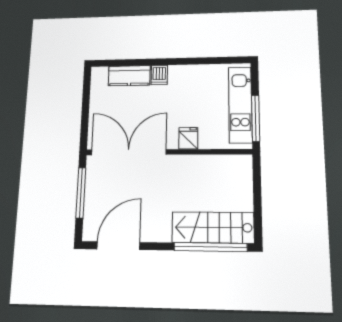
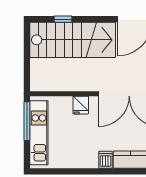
stairs: (213, 227) -> (73, 40), width x1.36, depth x1.51
window: (210, 247) -> (63, 19), width x0.32

